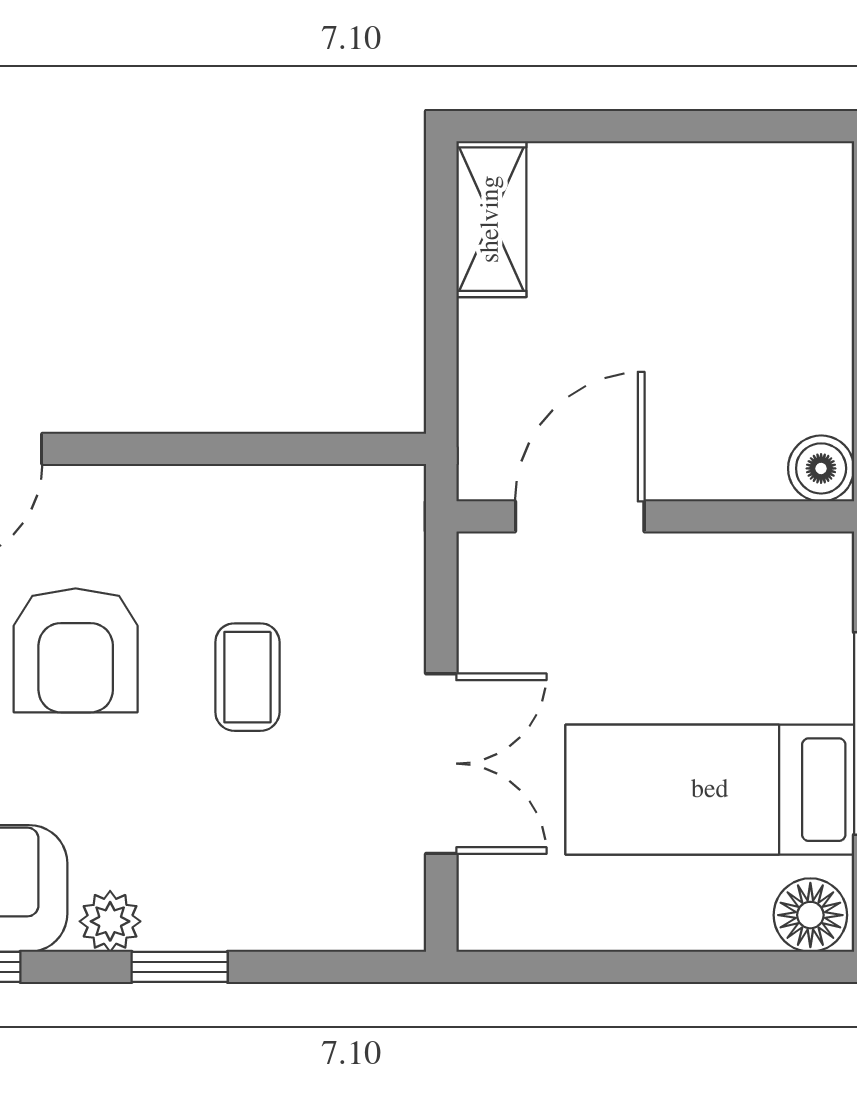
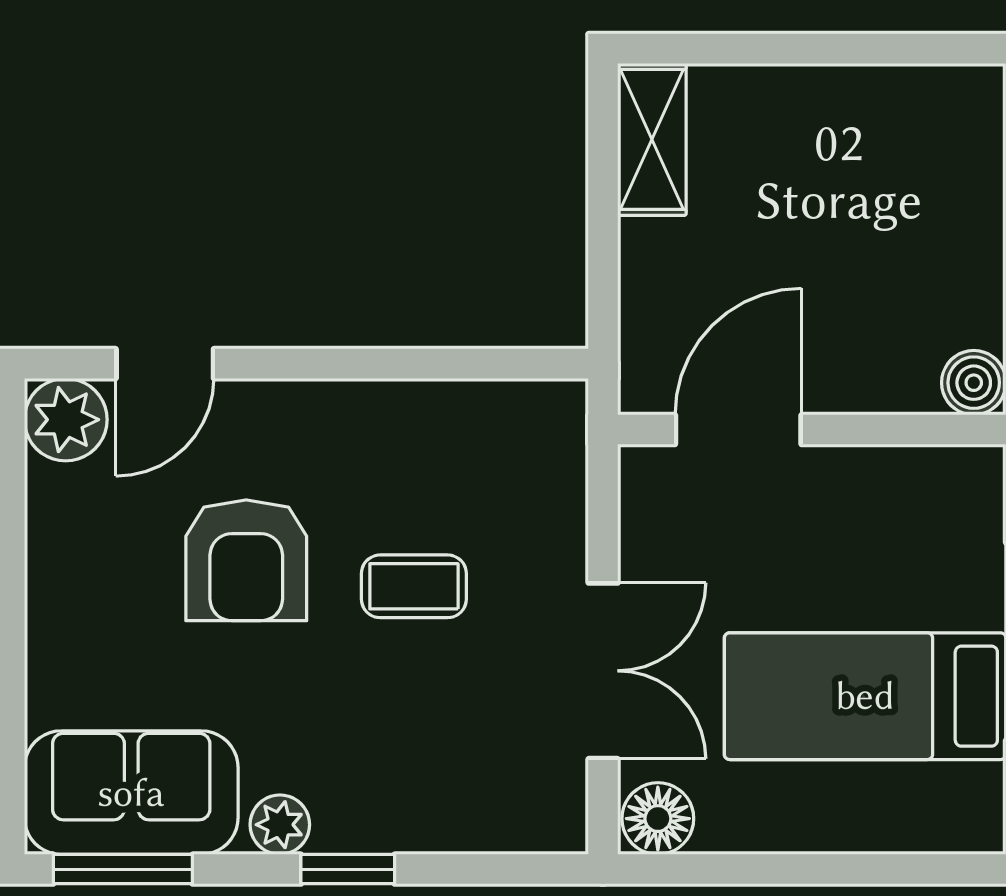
coffee table: (247, 677) -> (414, 586), turned 90
floor lamp: (810, 915) -> (658, 819), moved

